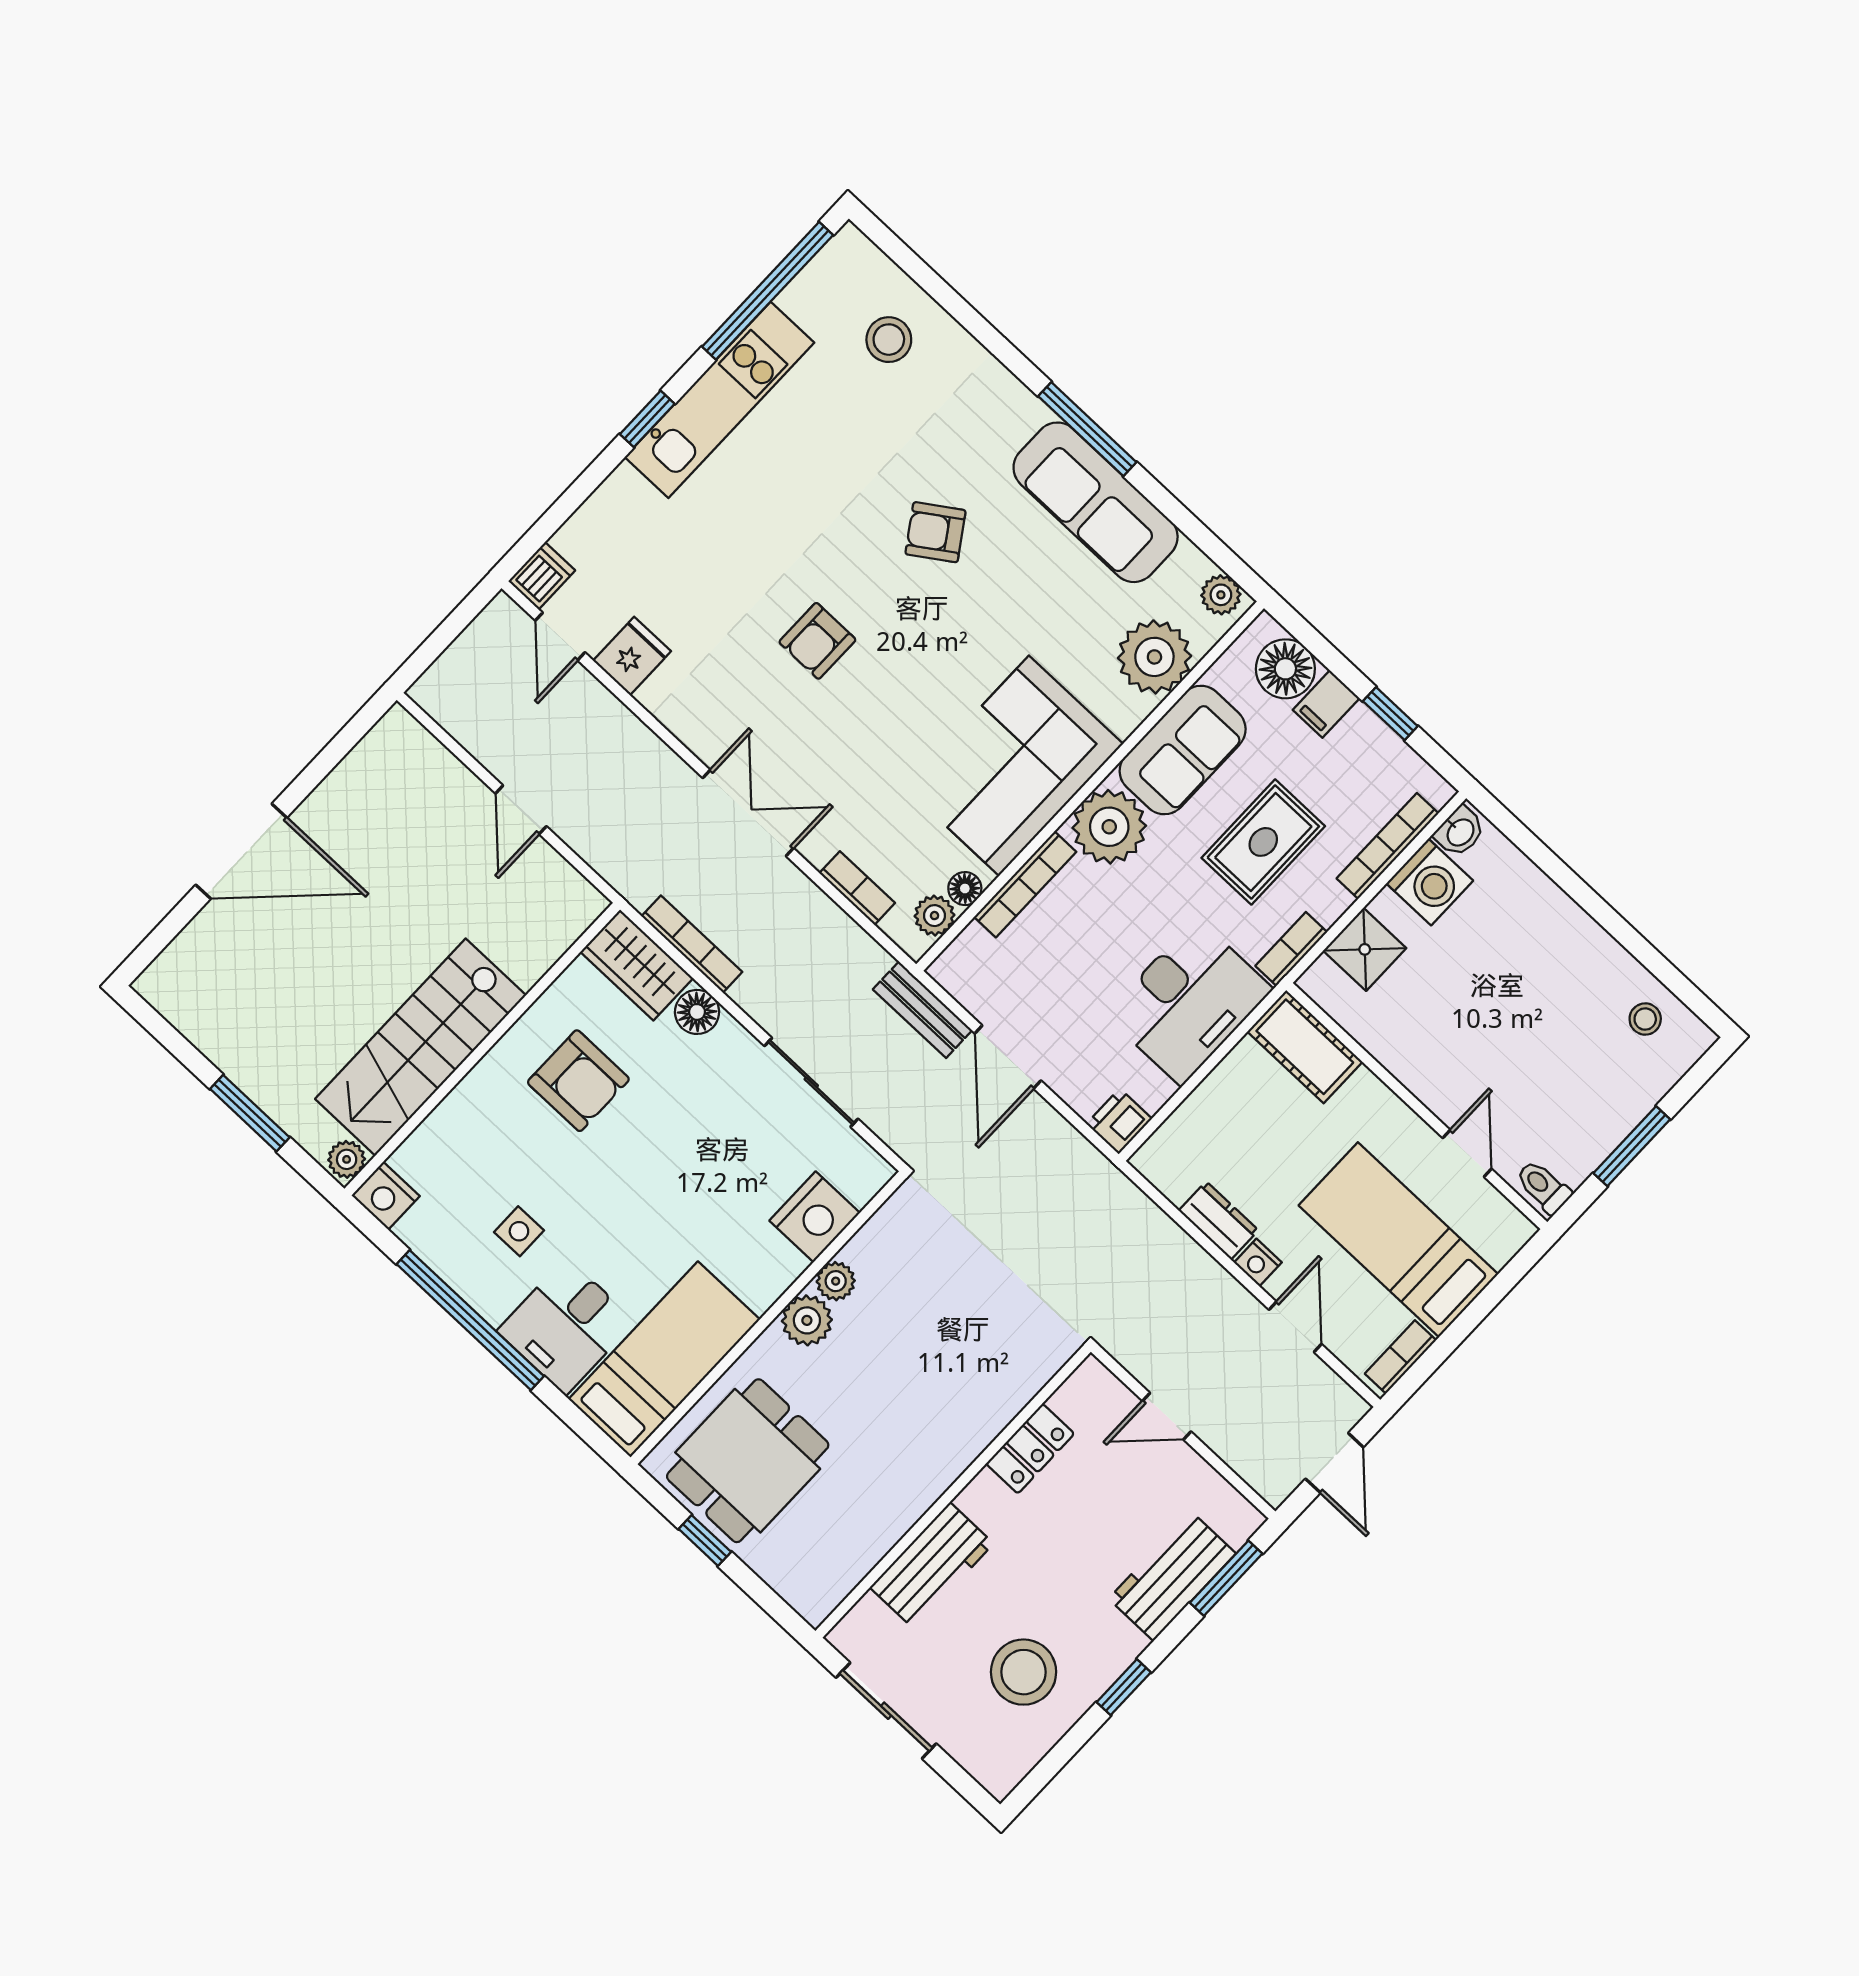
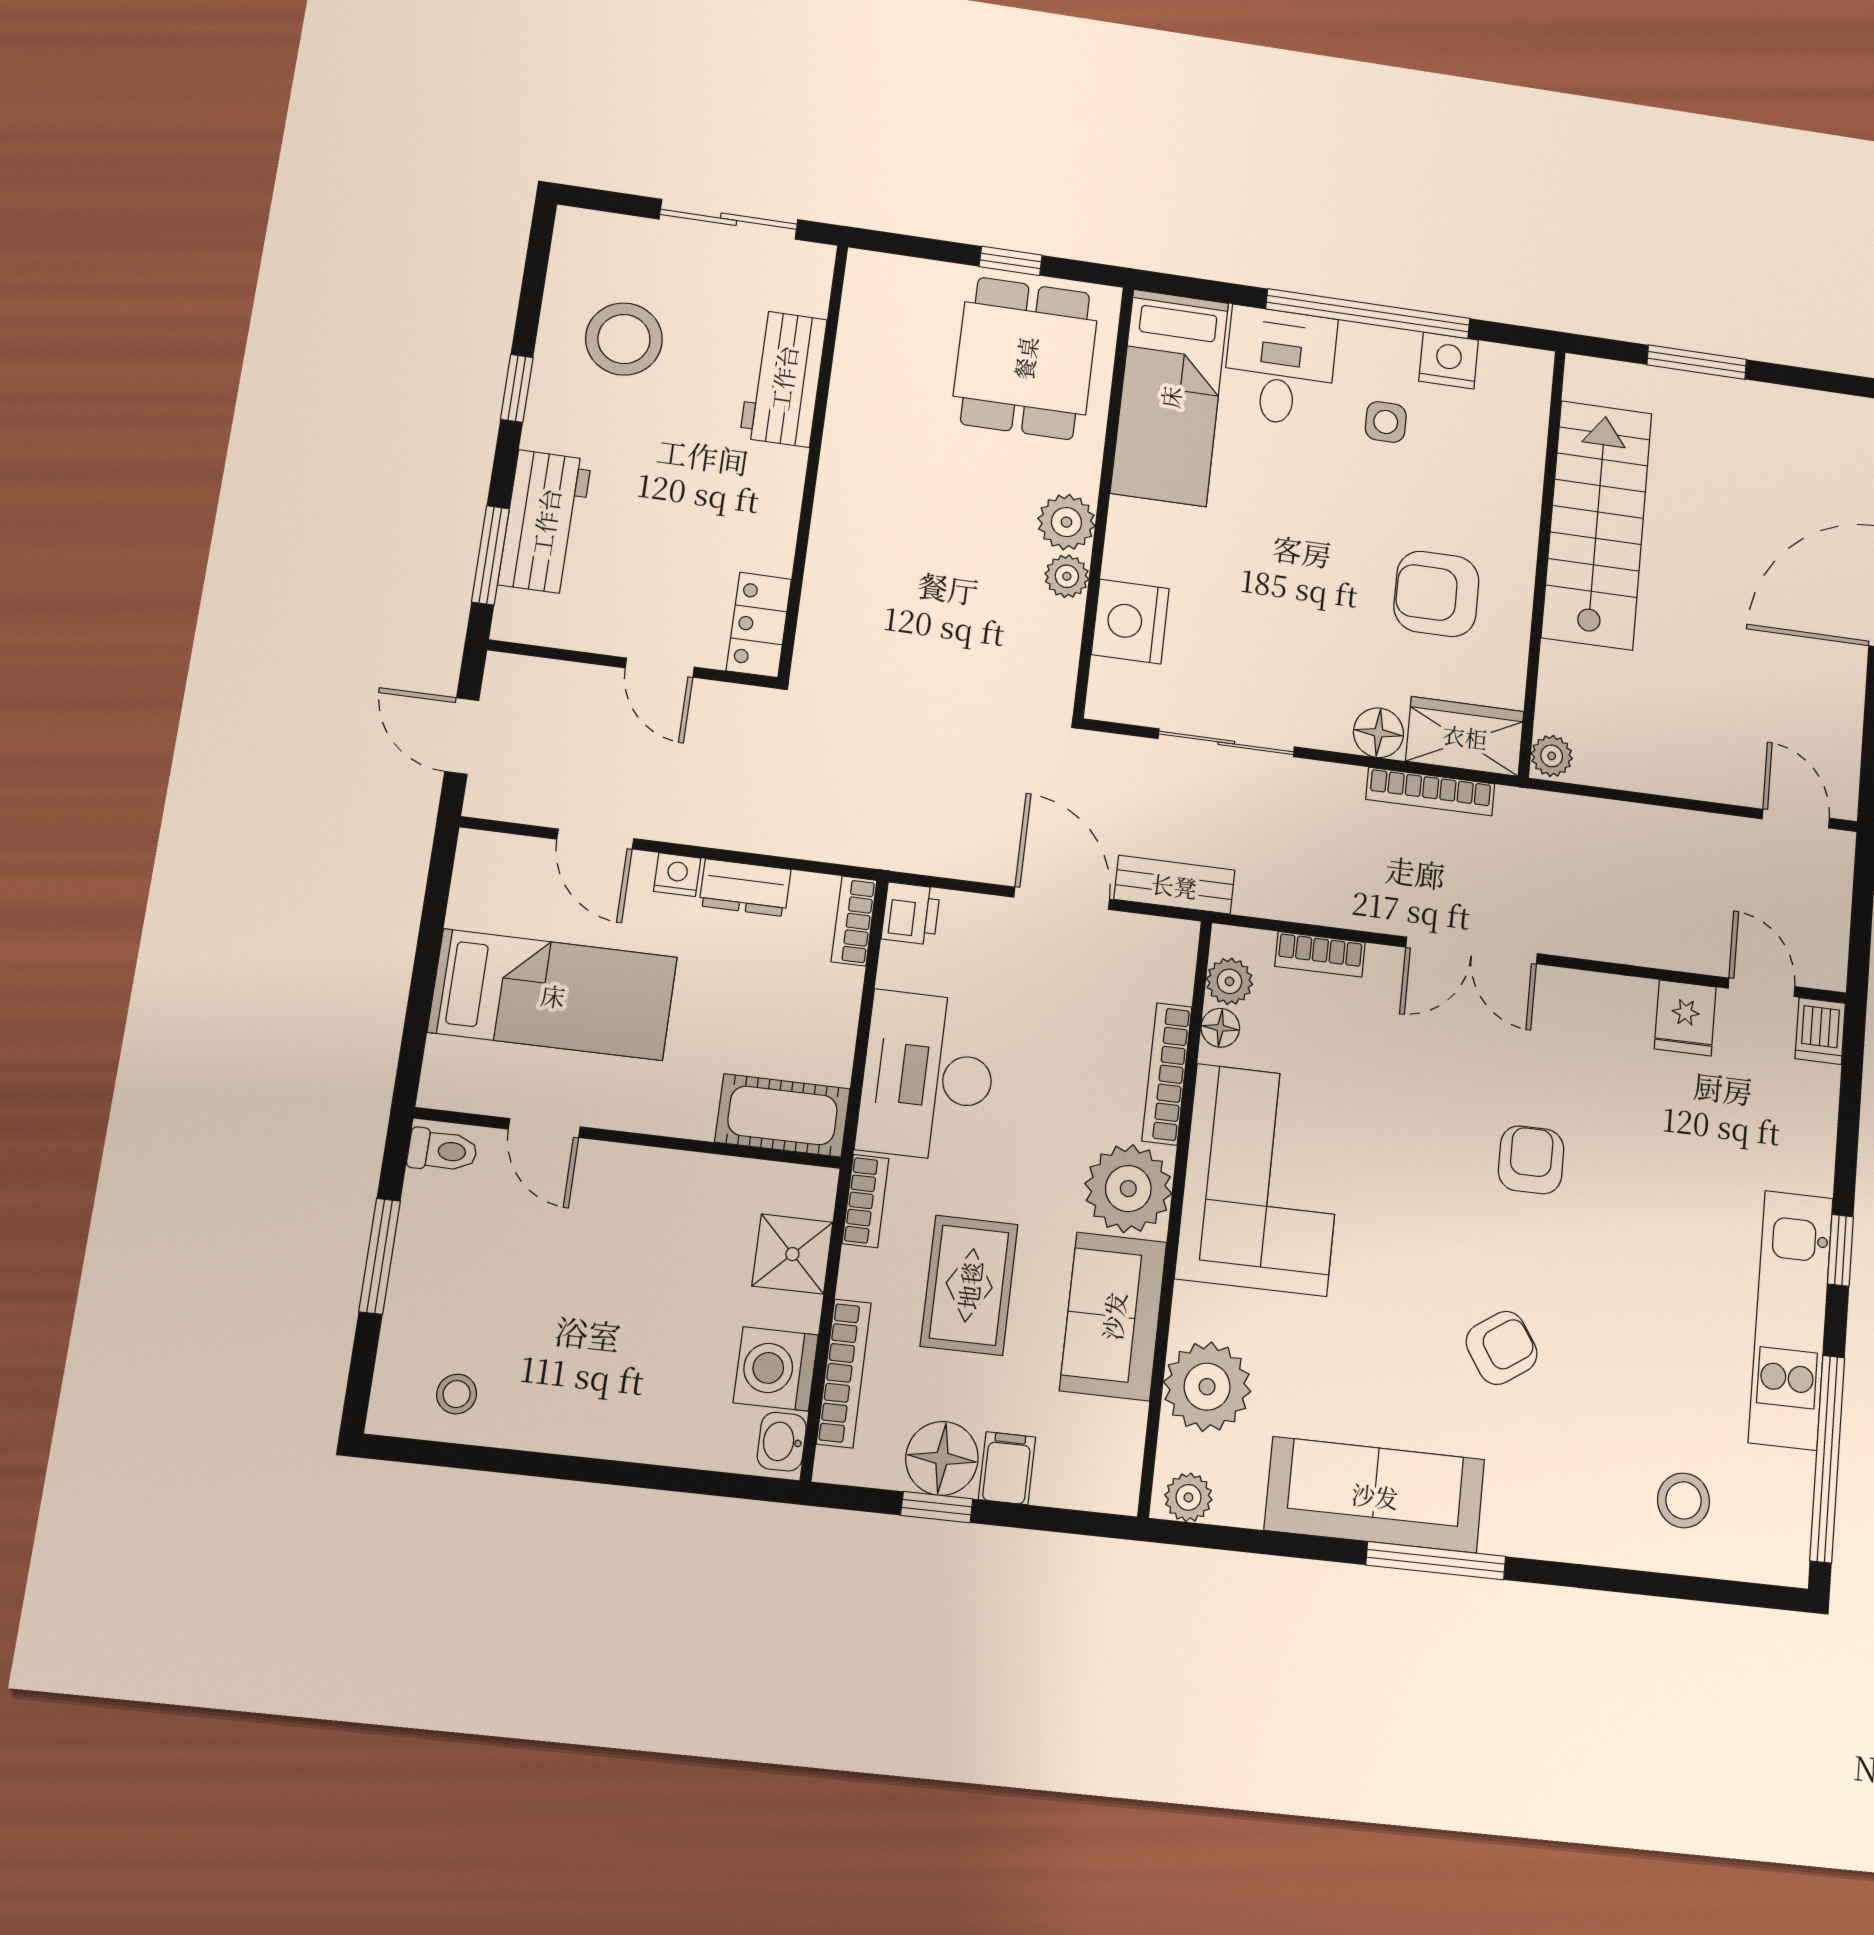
floor lamp: (1285, 669) -> (942, 1458), moved
door: (521, 810) -> (1796, 819), moved
plant: (347, 1159) -> (1552, 756), moved
nightstand: (386, 1196) -> (1449, 361), moved
bookcase: (1401, 1357) -> (854, 921), moved, turned 180
door: (1167, 1416) -> (660, 668), swing flipped
locker: (1030, 1449) -> (759, 625), moved

